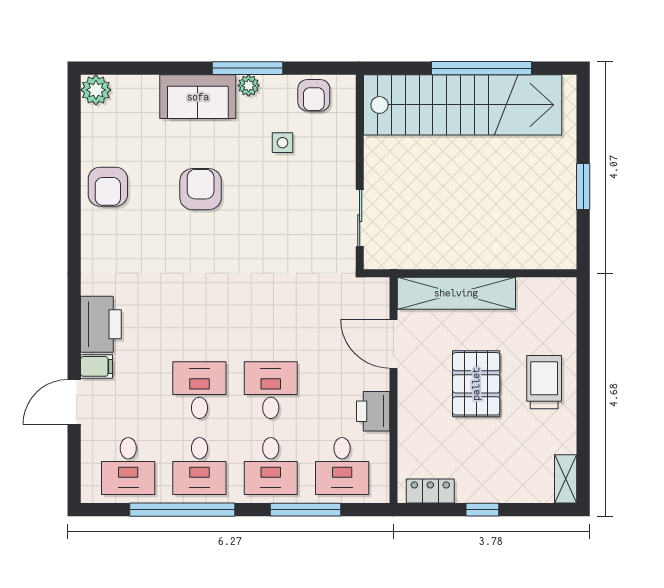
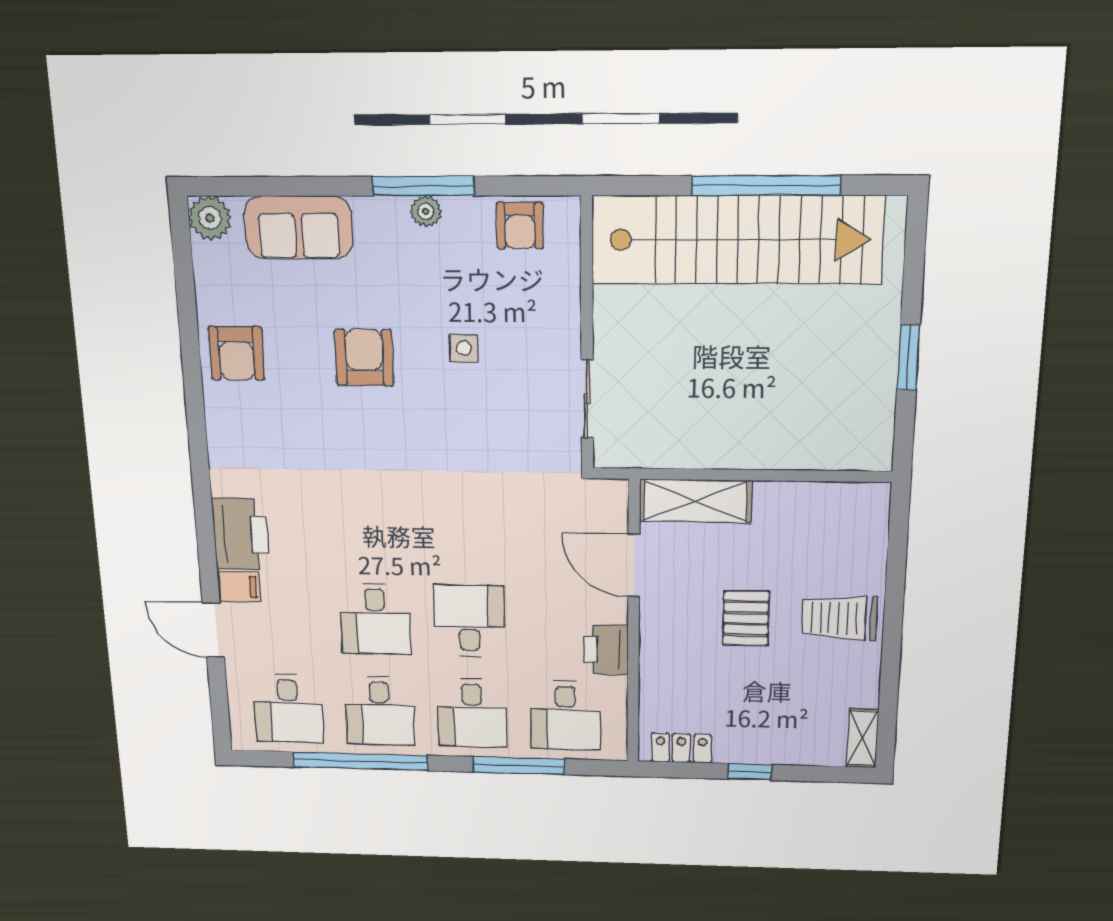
sofa: (198, 97) -> (298, 227), moved
side table: (282, 143) -> (464, 348), moved
shelving: (456, 293) -> (695, 501), width x0.68
trolley: (544, 382) -> (839, 618), turned -90
pallet: (476, 384) -> (746, 618), width x0.67, depth x0.71
desk: (199, 390) -> (375, 619), turned 180
door: (74, 402) -> (213, 630), hinge flipped

